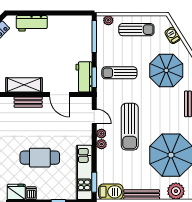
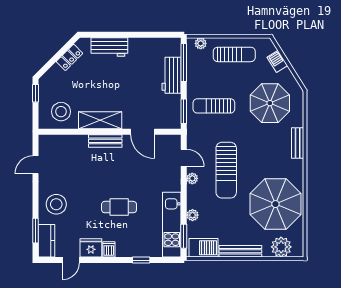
workbench: (84, 77) -> (172, 75), moved
plant: (101, 144) -> (193, 215), moved
cafe table: (40, 158) -> (119, 207), width x0.73, depth x0.74

